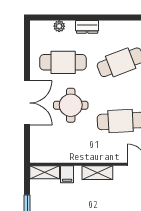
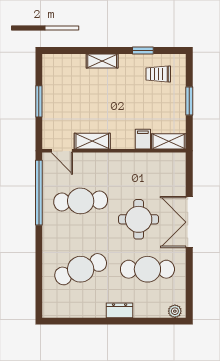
plant: (59, 26) -> (175, 311), moved
shelving: (97, 173) -> (92, 141), moved

